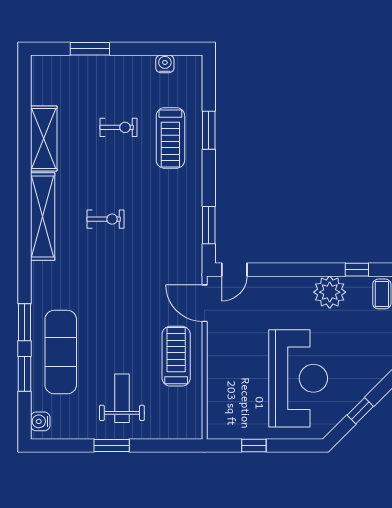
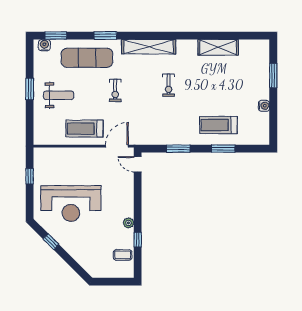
water cooler: (165, 64) -> (264, 106), moved
exercise bike: (118, 127) -> (115, 90), moved
shelving: (43, 217) -> (149, 47), moved
window: (209, 225) -> (178, 149), moved
plant: (330, 292) -> (129, 223), width x0.53, depth x0.53
treadmill: (176, 356) -> (84, 129), turned 180
window: (25, 374) -> (56, 36), moved

